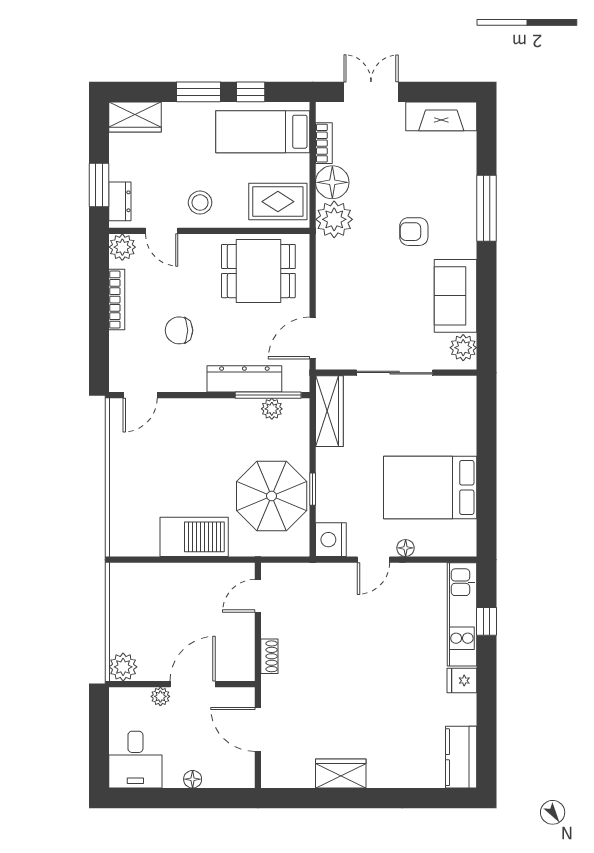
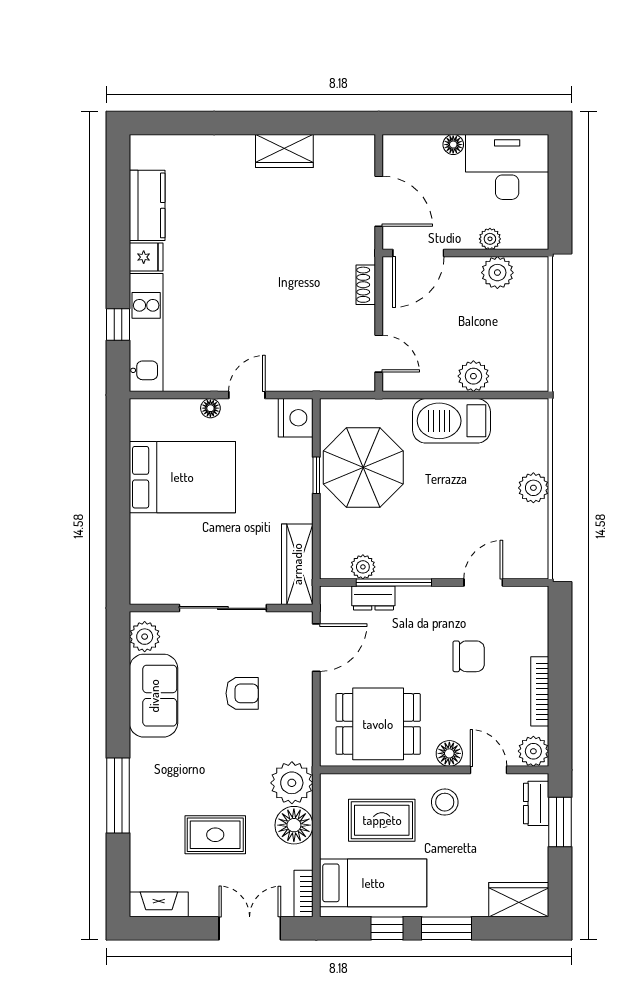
double door: (371, 92) -> (250, 928), swing flipped
fireplace: (441, 116) -> (159, 904), width x0.73, depth x0.76
bookcase: (324, 143) -> (304, 894), moved
rug: (401, 174) -> (215, 835), added
rug: (278, 202) -> (382, 820), moved
armchair: (414, 232) -> (242, 693), moved
floor lamp: (196, 245) -> (449, 753), added
dresser: (244, 379) -> (373, 598), width x0.51, depth x0.80
door: (140, 395) -> (483, 582), moved
window: (268, 395) -> (394, 582), moved
plant: (122, 478) -> (533, 488), added
plant: (175, 576) -> (473, 376), added
door: (258, 596) -> (379, 354), hinge flipped
plant: (123, 667) -> (497, 273), moved
door: (193, 684) -> (418, 253), moved
kitchen counter: (461, 757) -> (147, 205), moved
desk: (135, 760) -> (507, 167), width x1.37

